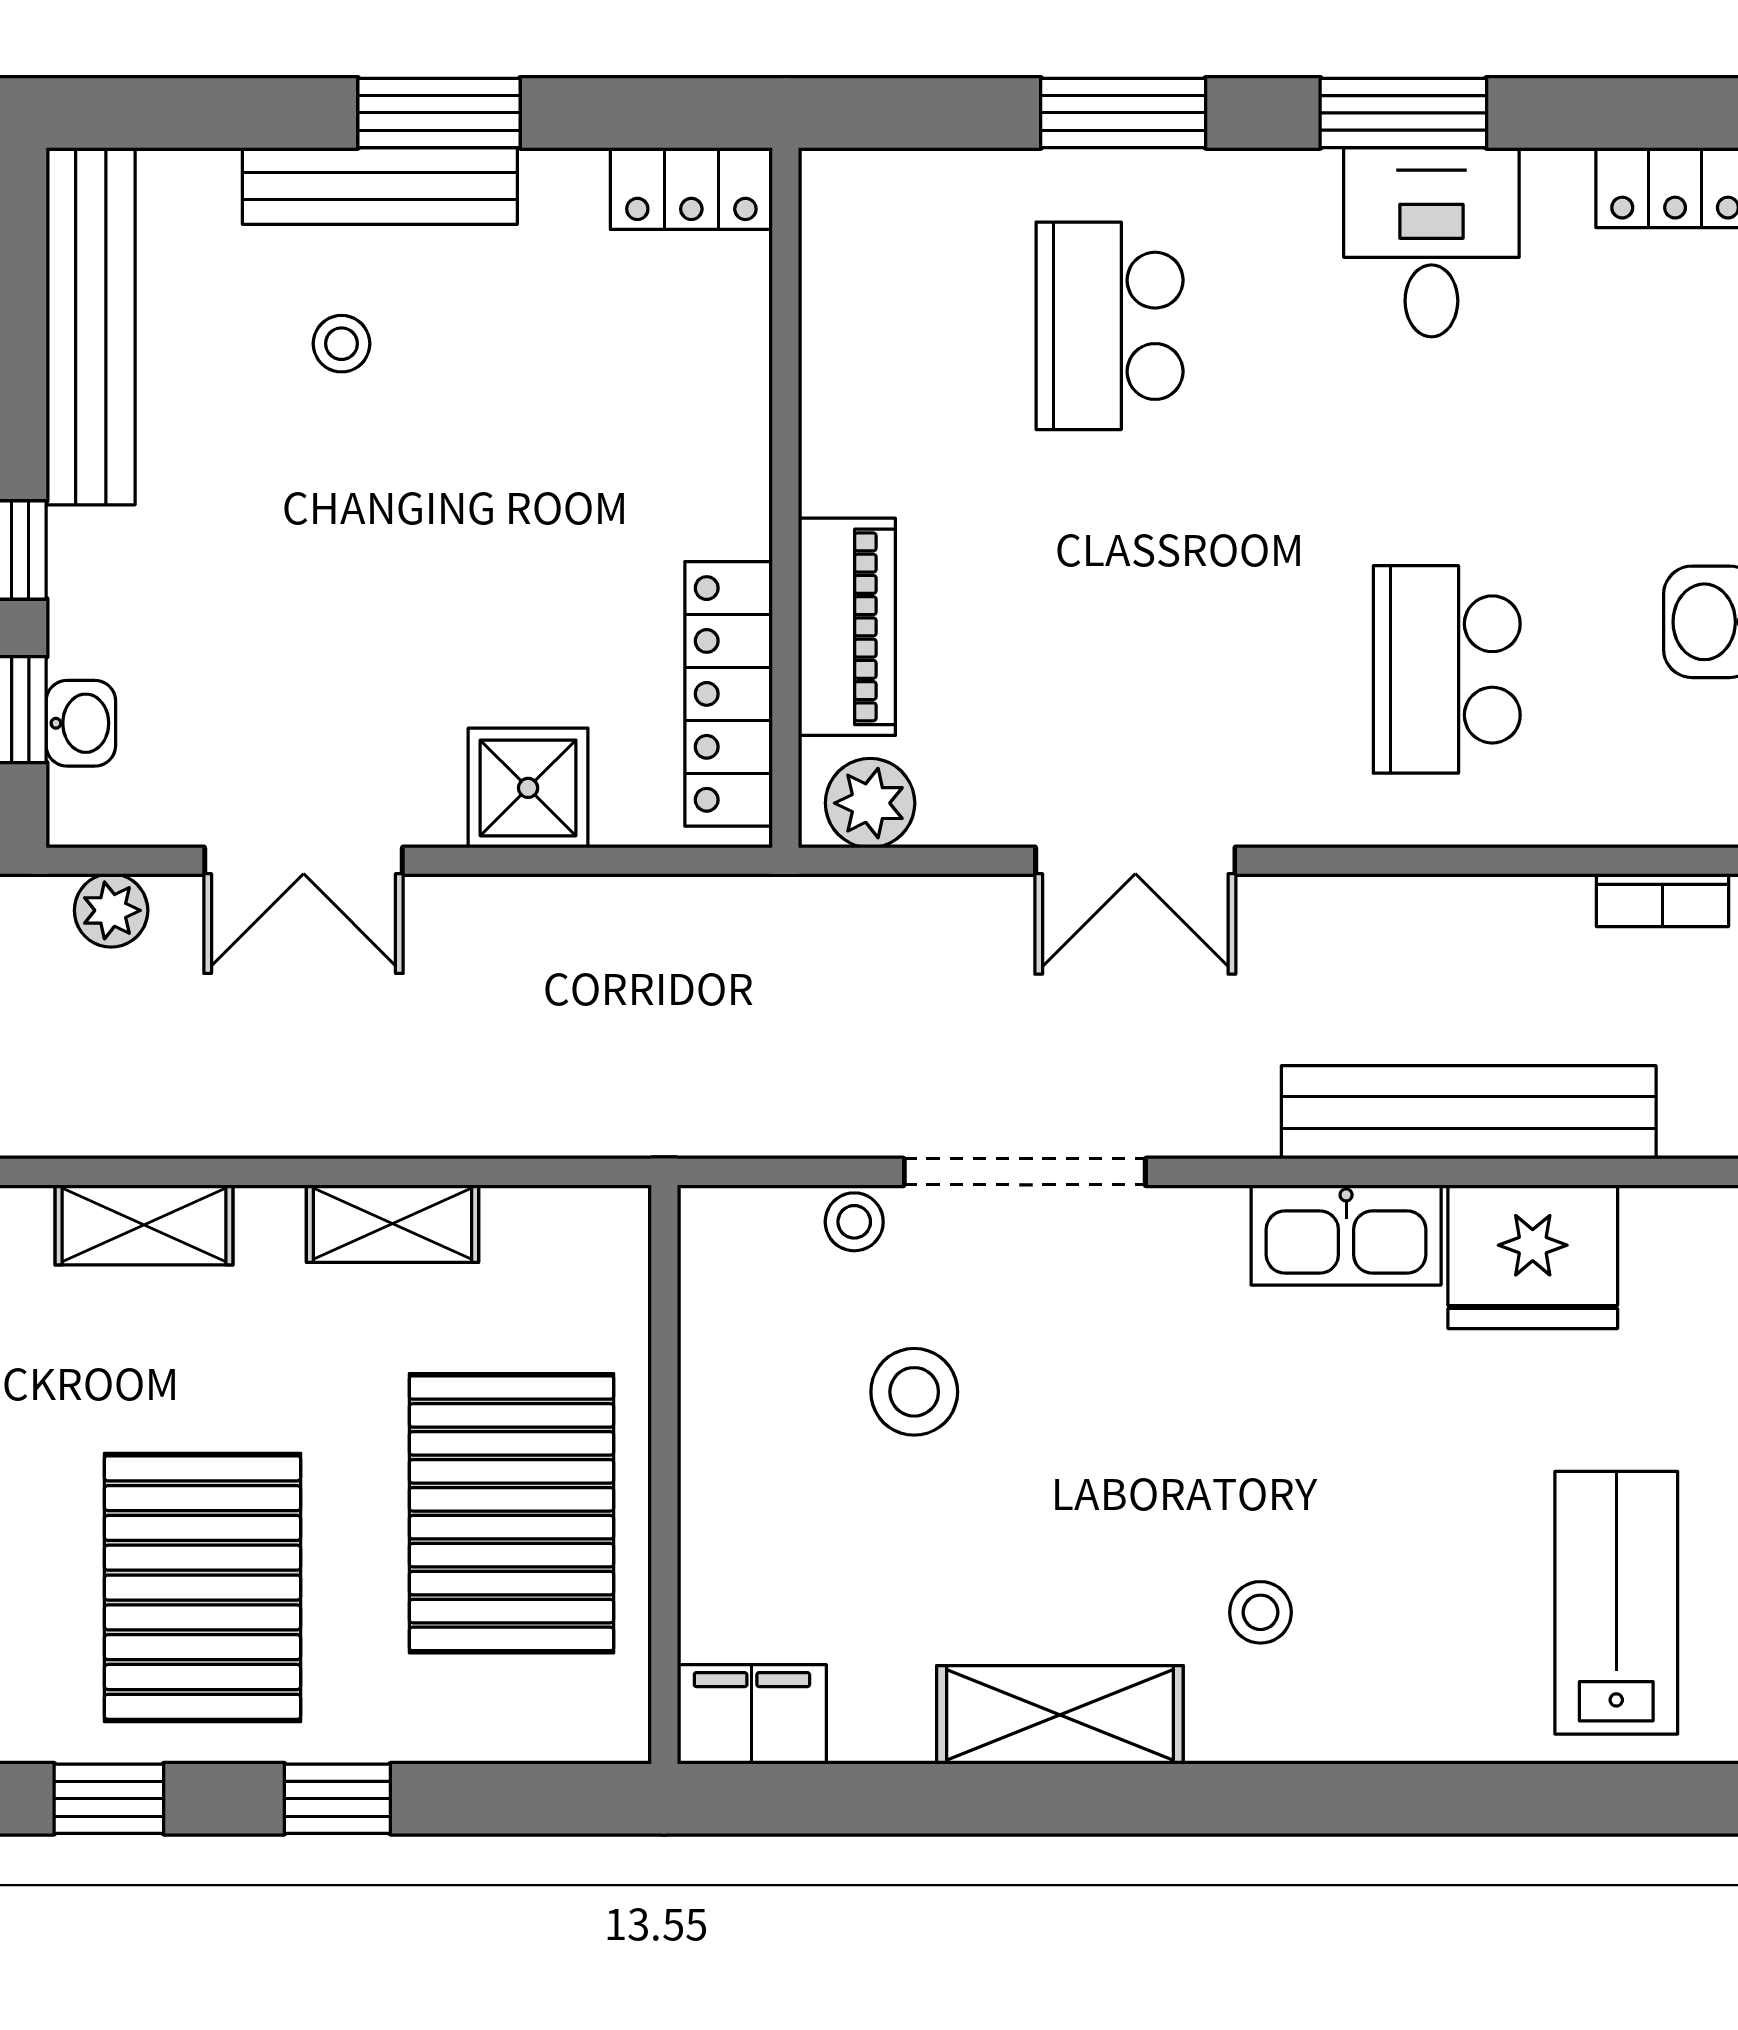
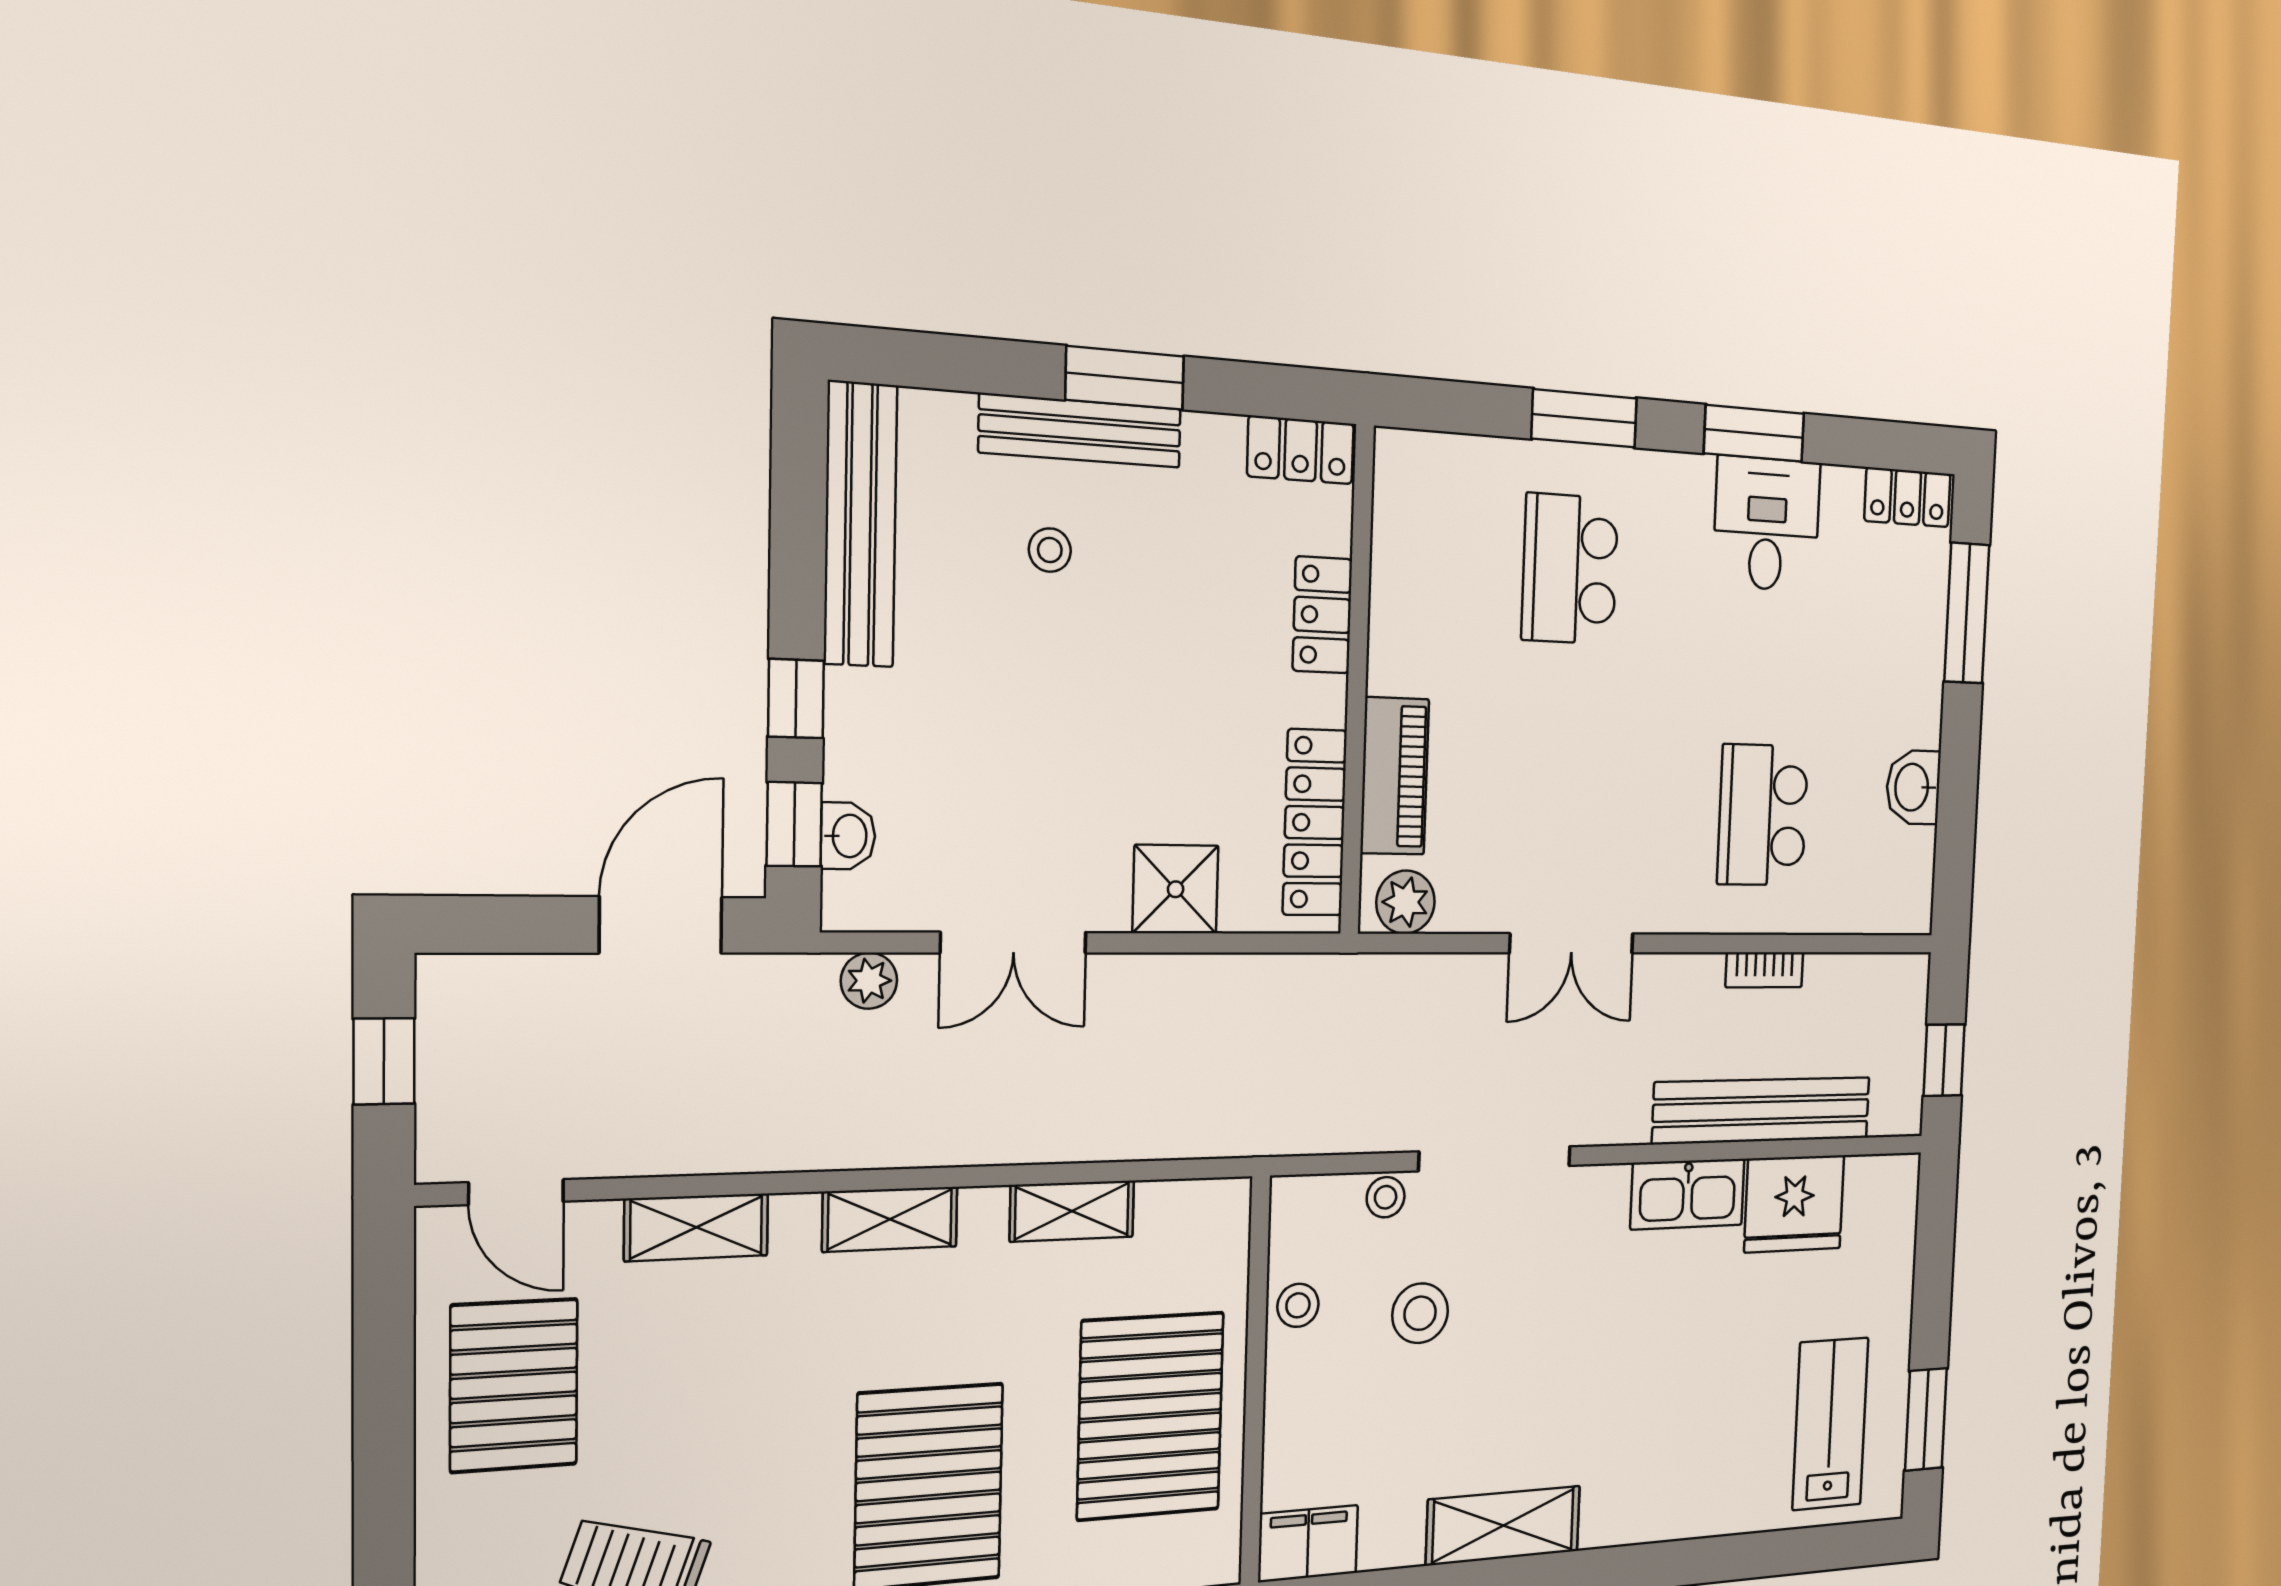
locker: (731, 409) -> (1322, 615), added
bookcase: (1662, 900) -> (1764, 970), moved
stool: (1260, 1612) -> (1298, 1305), moved

